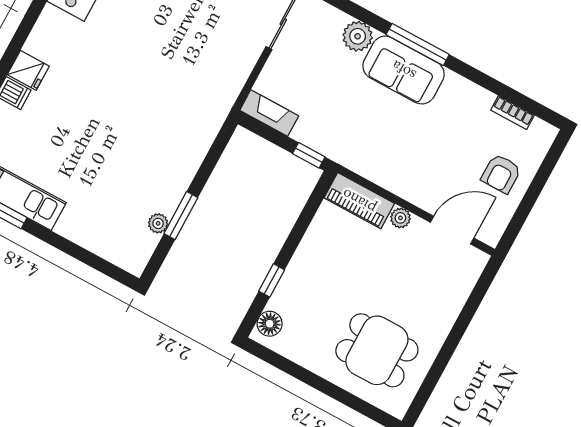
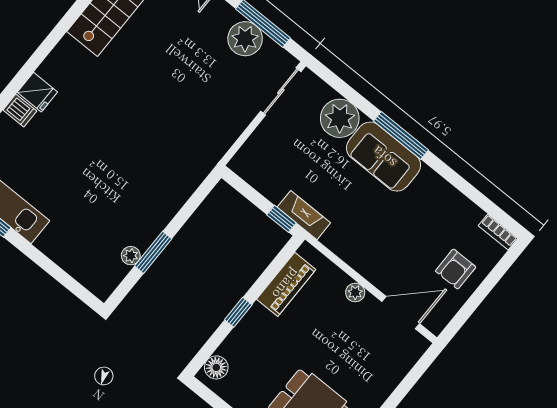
plant: (358, 36) -> (340, 118), width x1.36, depth x1.36
fireplace: (269, 113) -> (304, 215), moved
bookcase: (513, 113) -> (498, 232), moved
piano: (359, 201) -> (286, 284), moved, turned -90
window: (272, 280) -> (238, 312), moved

